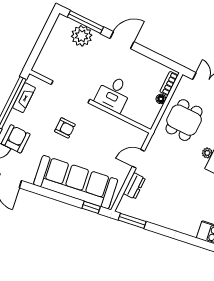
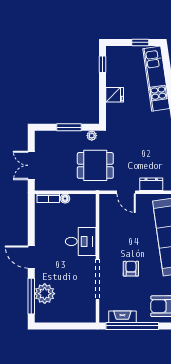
dining table: (184, 120) -> (95, 165), moved

